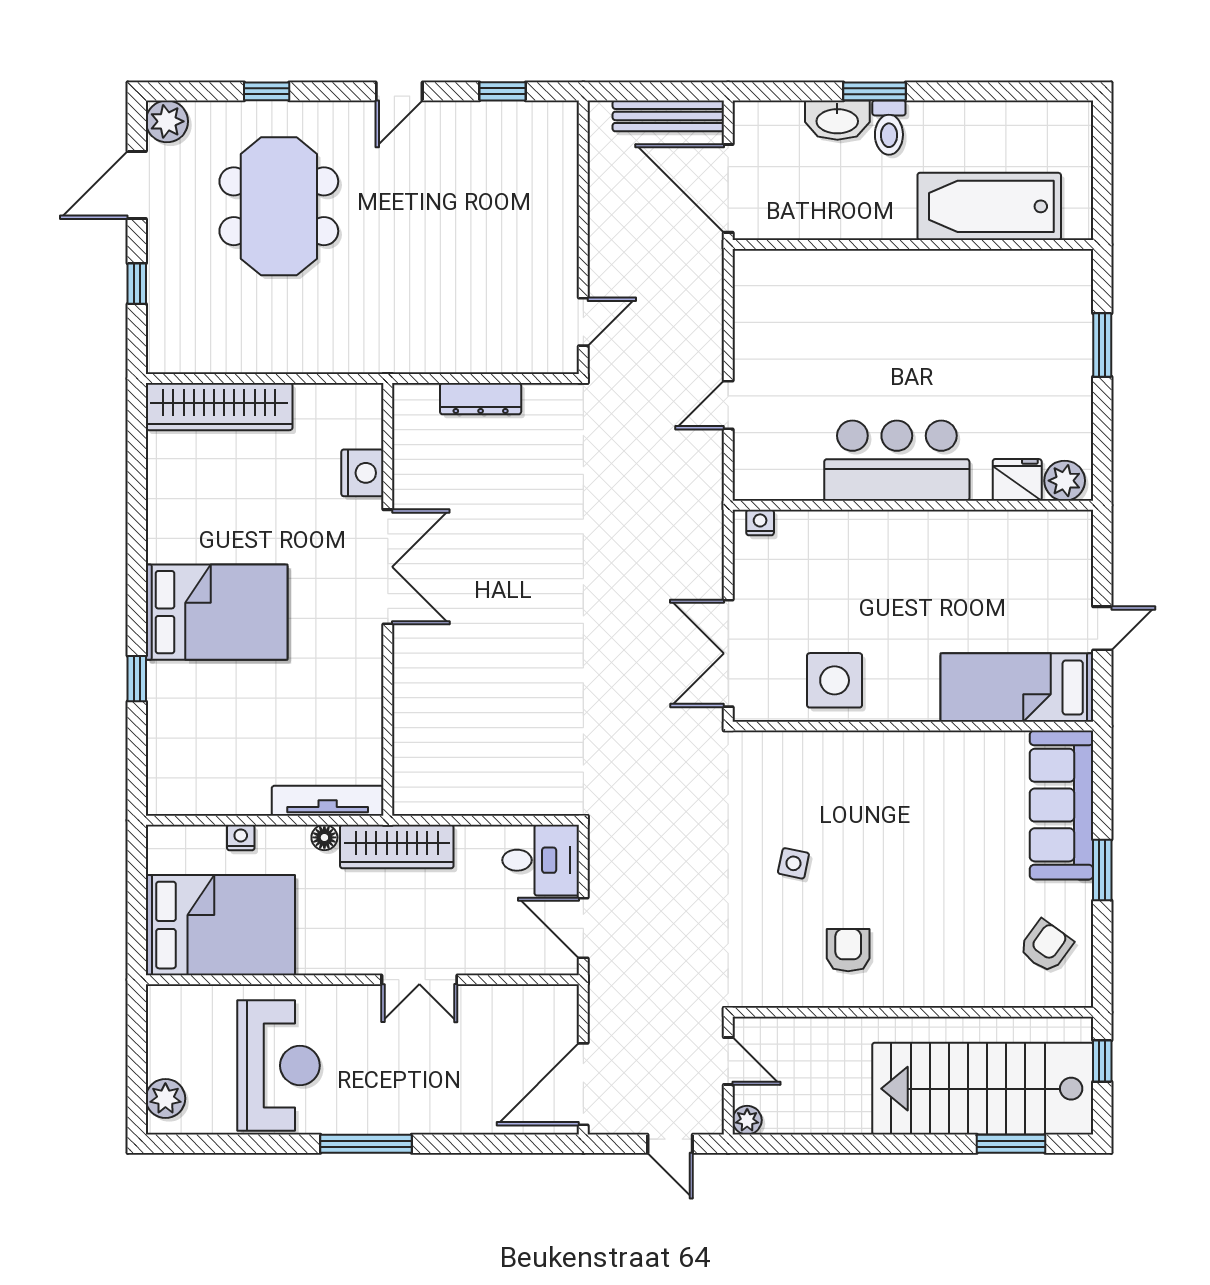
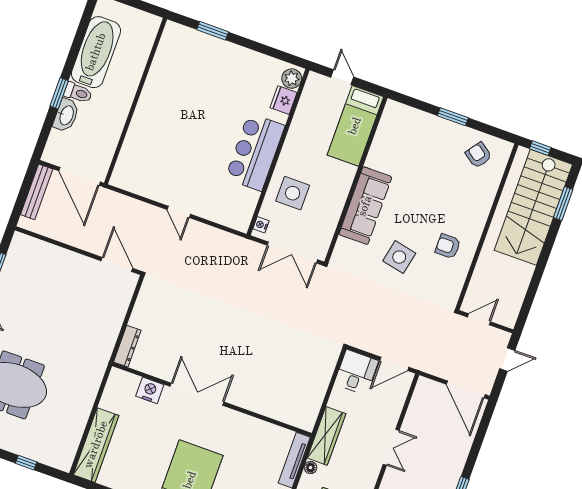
door: (728, 188) -> (80, 176), hinge flipped
bathtub: (989, 206) -> (96, 52), moved, turned 180
door: (583, 322) -> (117, 265), width x1.38
dresser: (481, 399) -> (127, 346), moved
bar counter: (897, 461) -> (255, 152), moved
fridge: (1017, 480) -> (284, 100), moved
plant: (1065, 481) -> (292, 79), moved
wall: (913, 505) -> (278, 152), moved
nightstand: (760, 523) -> (261, 225), moved
side table: (835, 680) -> (293, 193), moved
sofa: (1062, 805) -> (365, 206), moved, turned -90
side table: (793, 863) -> (399, 257), width x1.87, depth x1.87
plant: (747, 1120) -> (509, 320), removed

